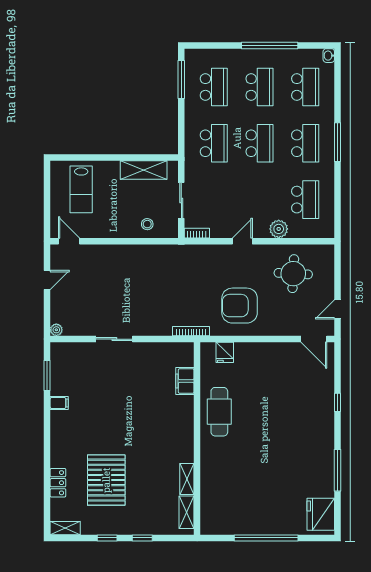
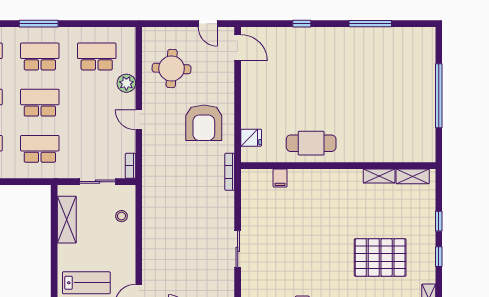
door: (314, 339) -> (238, 48), hinge flipped
filing cabinet: (185, 381) -> (280, 178), width x0.50
fridge: (321, 514) -> (415, 41), removed

